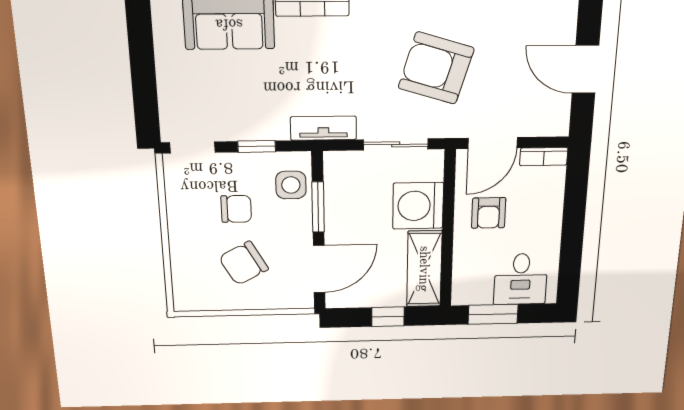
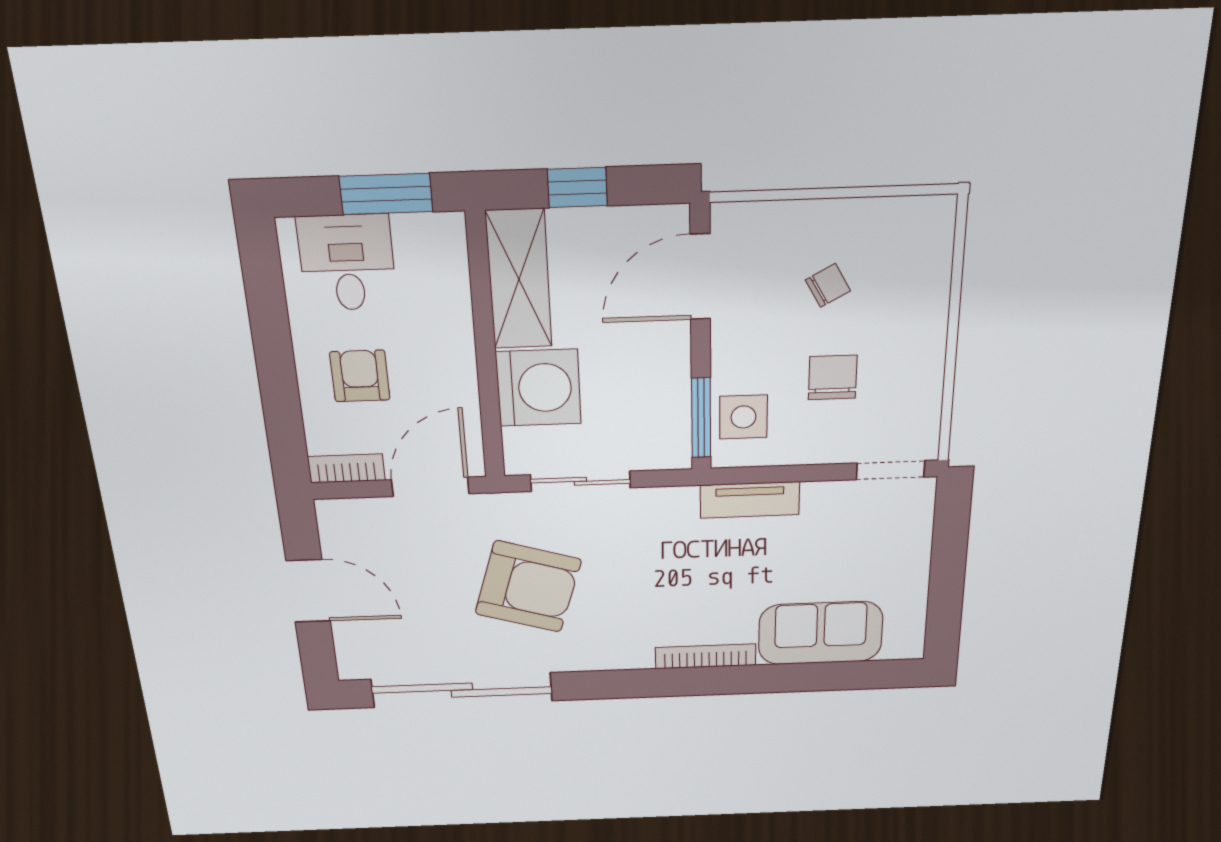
tv unit: (323, 128) -> (750, 500), moved
window: (257, 146) -> (793, 474), removed
window: (318, 207) -> (701, 418), moved
chair: (236, 209) -> (833, 377), turned 90
armchair: (489, 213) -> (360, 376), moved
chair: (244, 263) -> (828, 285), width x0.54, depth x0.54

